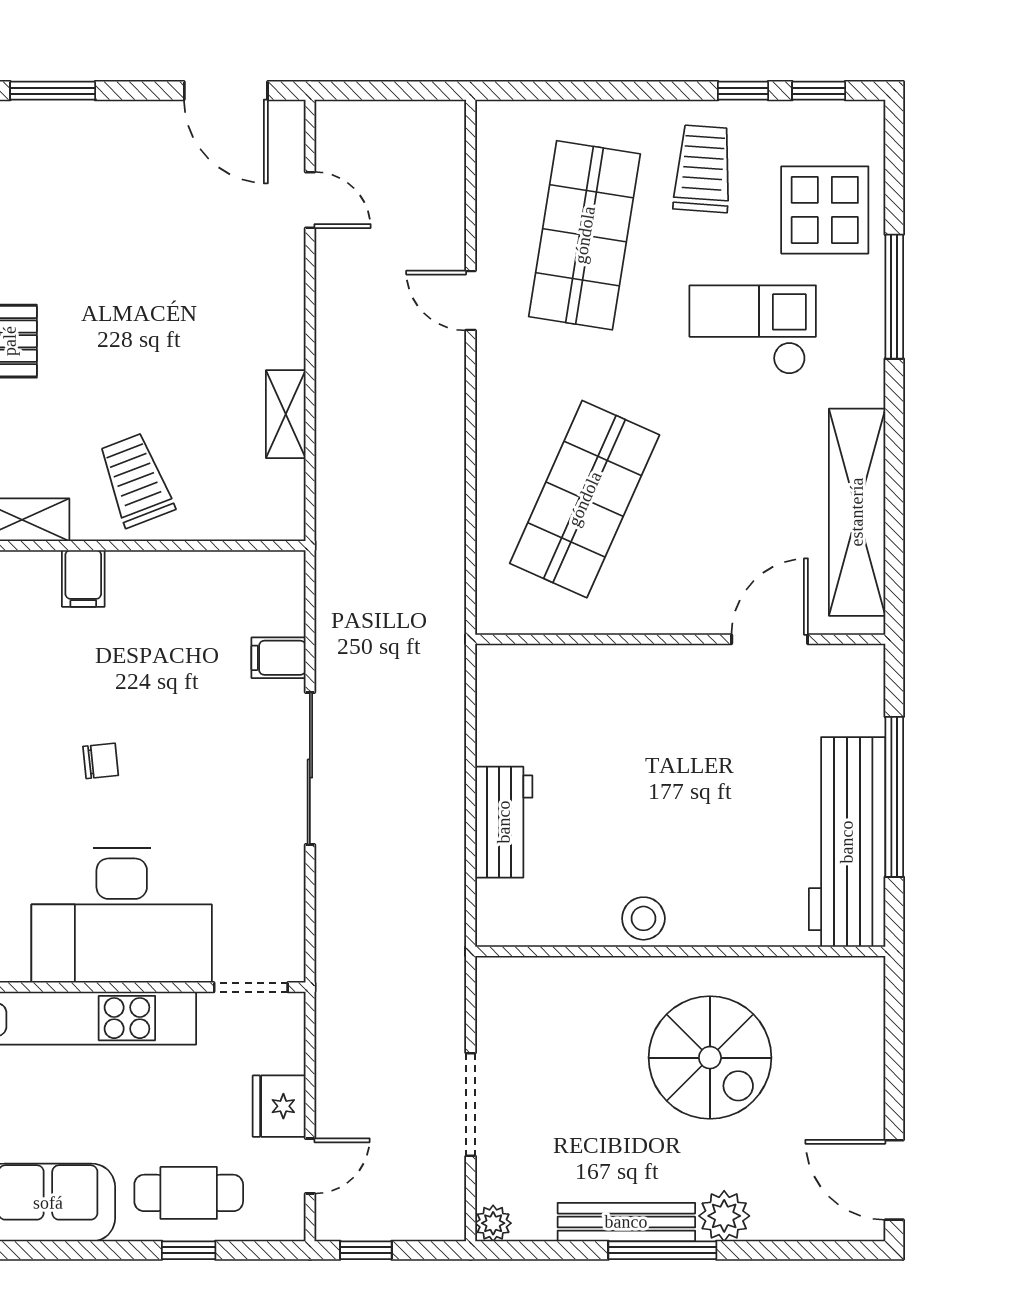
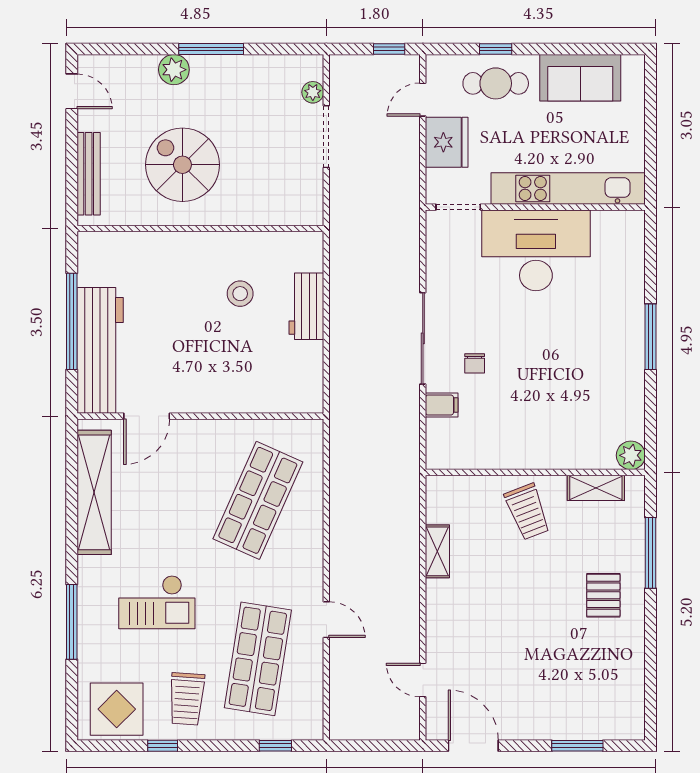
window: (819, 91) -> (275, 746), moved
display table: (825, 210) -> (117, 709), moved
filing cabinet: (83, 578) -> (559, 453), removed
chair: (101, 761) -> (475, 363), moved, turned -84
workbench: (847, 842) -> (100, 350), moved
stool: (643, 918) -> (240, 294), moved
fridge: (279, 1106) -> (447, 142), width x1.36, depth x1.34
door: (894, 1180) -> (72, 91), width x0.73
bench: (626, 1222) -> (89, 174), moved, turned 90
plant: (493, 1223) -> (313, 92), moved

